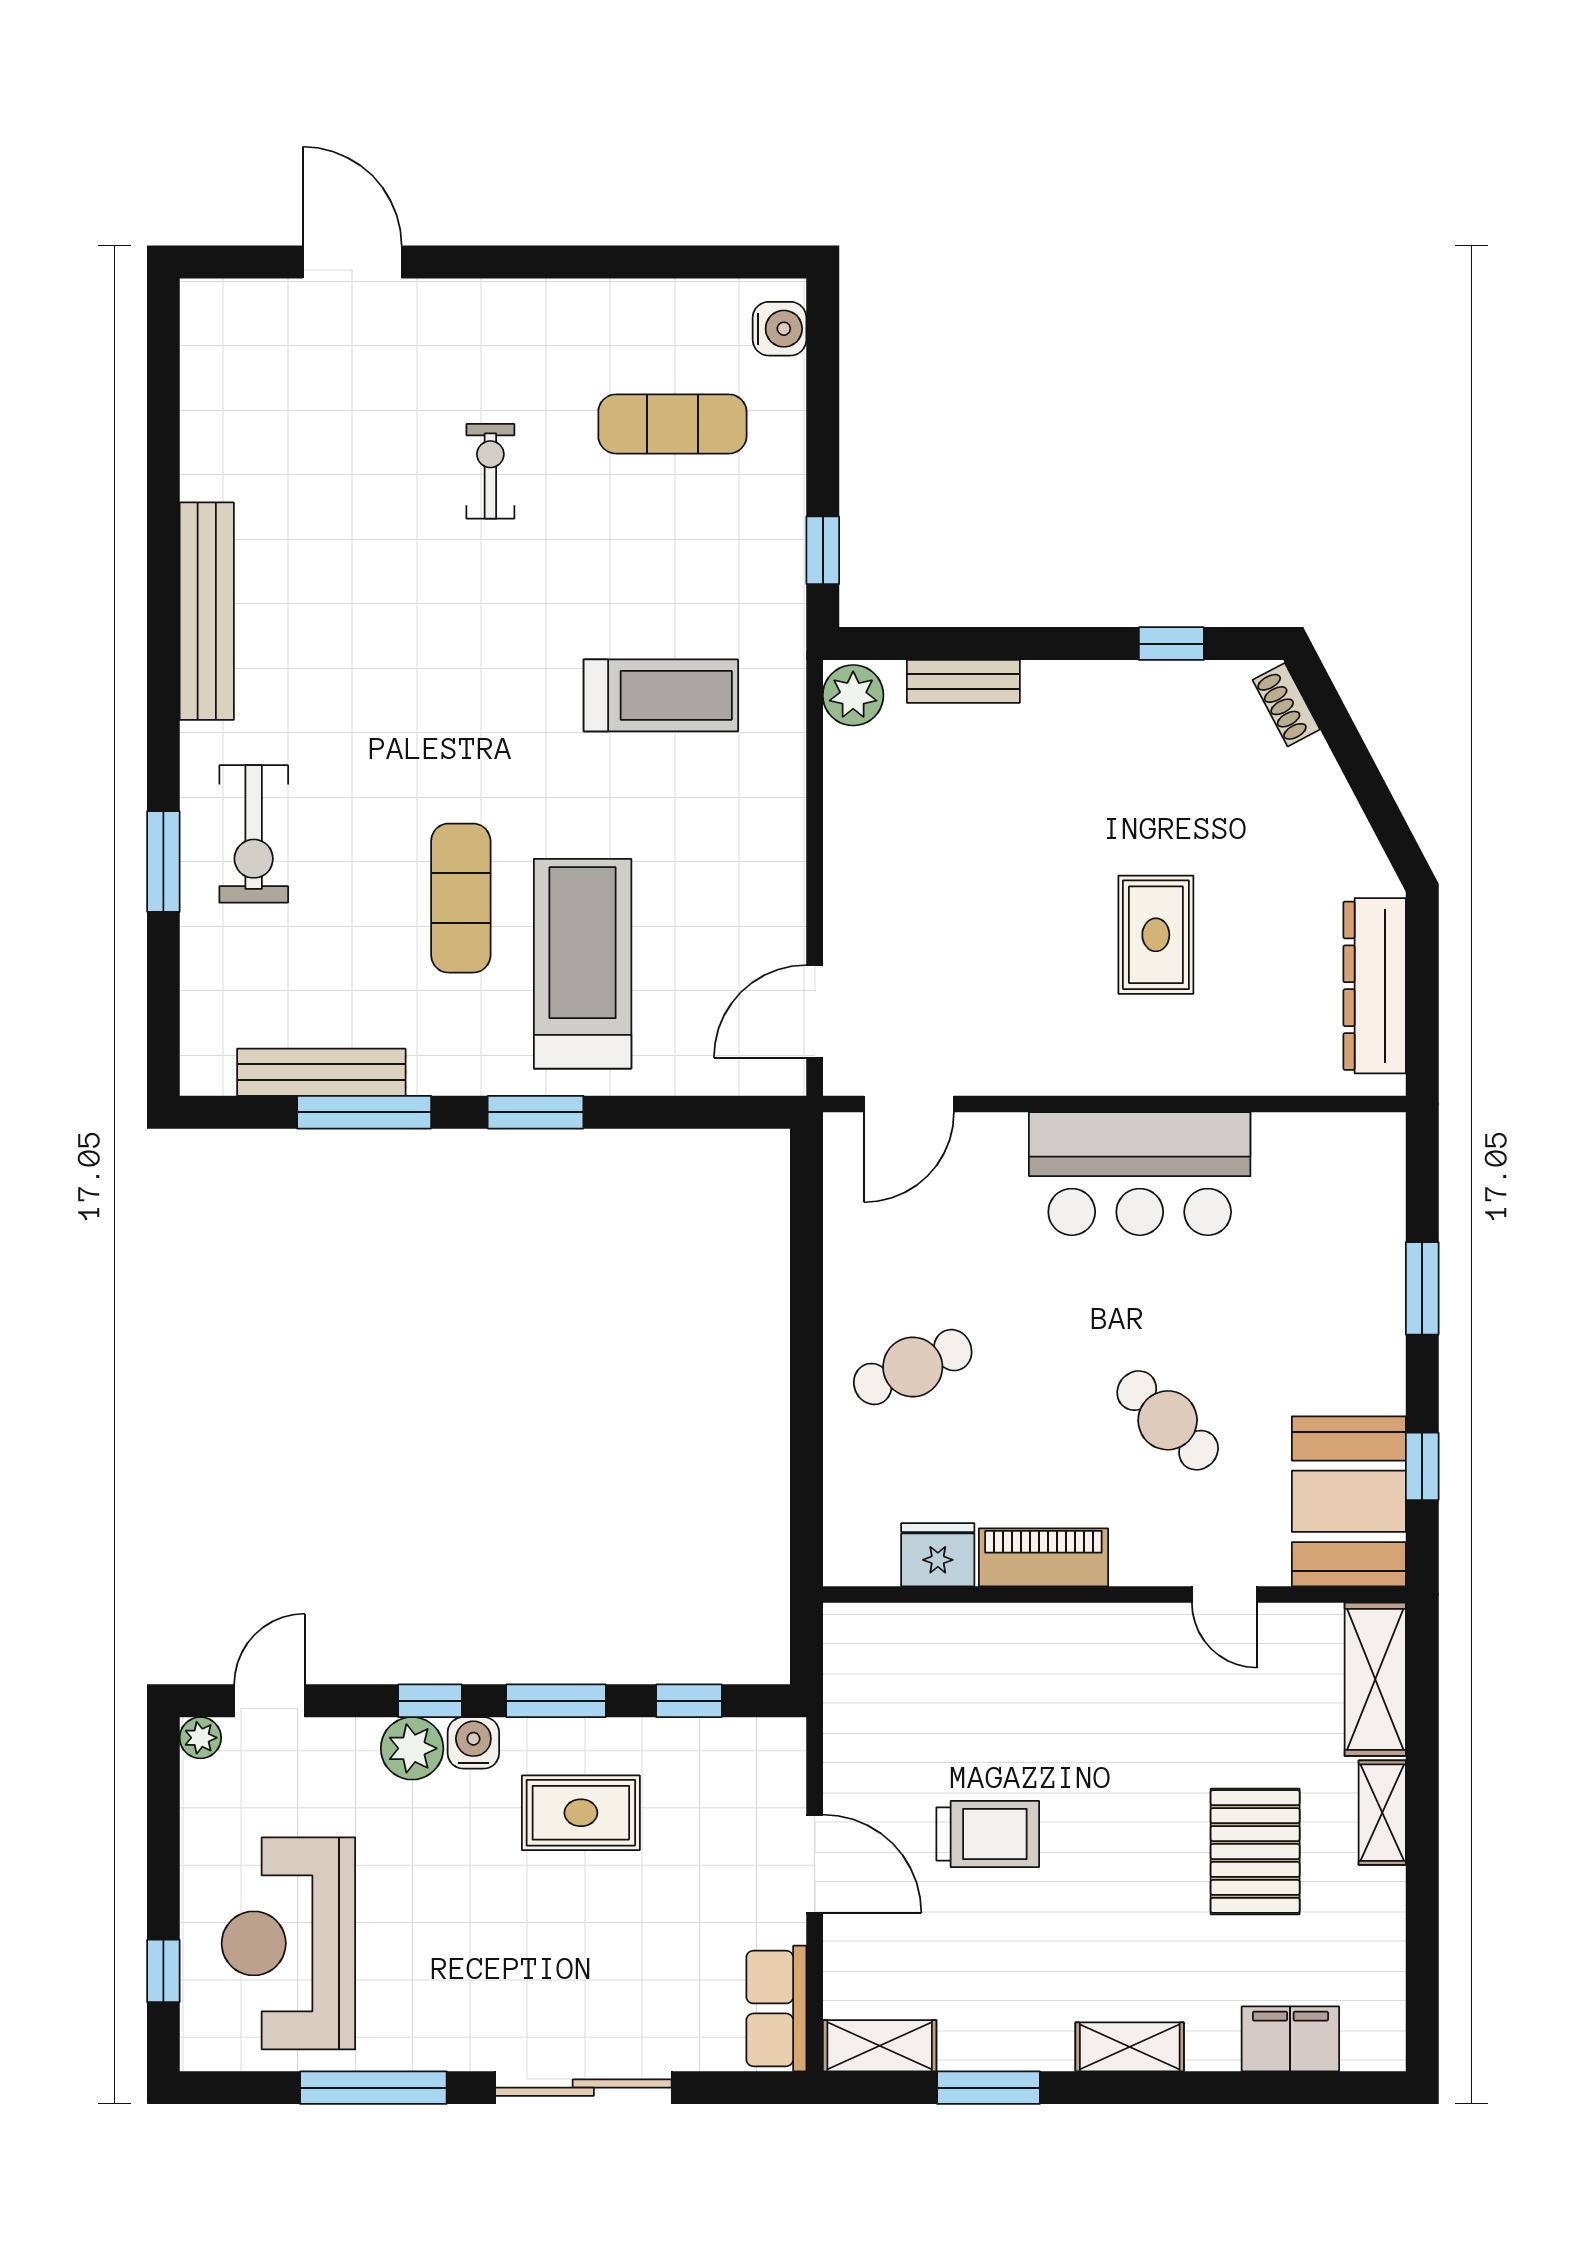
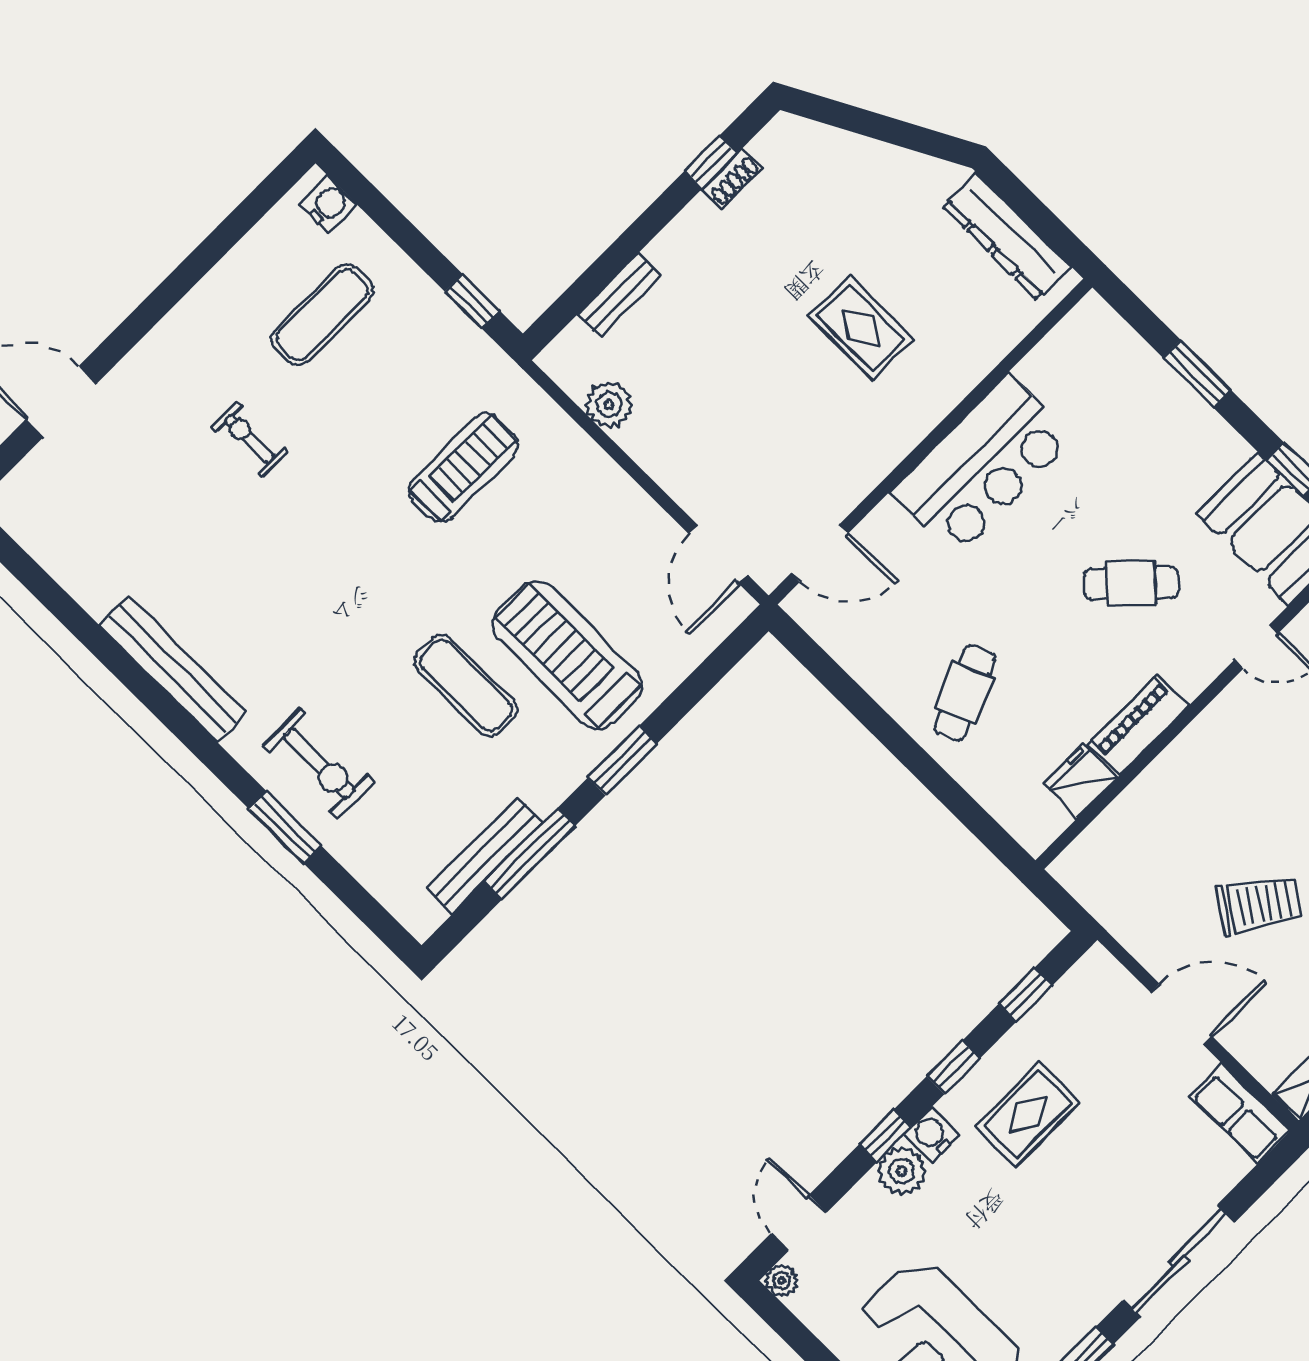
plant: (853, 695) -> (609, 404), moved
shoe rack: (1286, 705) -> (732, 178), moved, turned -62
door: (909, 1104) -> (820, 553), hinge flipped
window: (556, 1701) -> (953, 1067), width x0.67
trolley: (988, 1834) -> (1259, 904), turned 35

